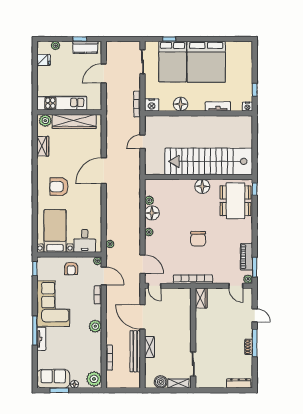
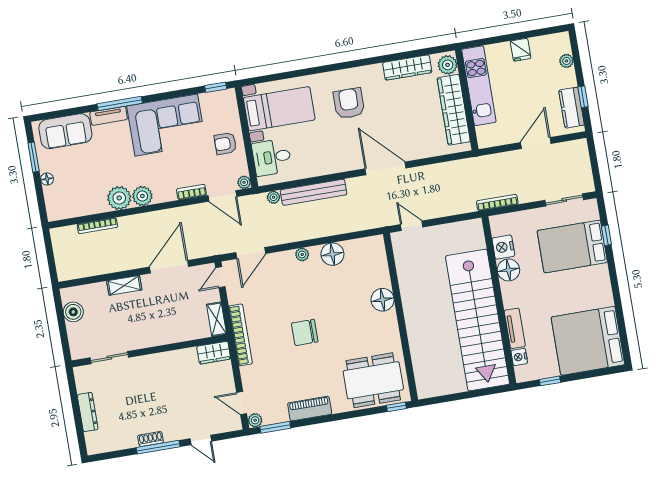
fridge: (44, 60) -> (521, 50), moved
bed: (206, 62) -> (588, 341), moved
door: (104, 73) -> (536, 143), hinge flipped
nightstand: (152, 105) -> (503, 247), moved
nightstand: (247, 107) -> (519, 357), moved
door: (143, 142) -> (412, 226), moved
wardrobe: (43, 146) -> (407, 68), width x1.50
stairs: (209, 161) -> (478, 320), moved, turned 180
floor lamp: (202, 186) -> (383, 300), moved
plant: (149, 200) -> (351, 247), removed
piano: (247, 257) -> (310, 409), moved
door: (104, 276) -> (222, 196), hinge flipped
door: (236, 286) -> (242, 403), hinge flipped
door: (255, 315) -> (201, 440), hinge flipped
bench: (135, 351) -> (314, 192), moved
sofa: (53, 379) -> (65, 131), moved, turned 90
plant: (94, 379) -> (119, 198), moved
shelving: (178, 383) -> (217, 319), moved
dresser: (239, 383) -> (88, 412), moved

